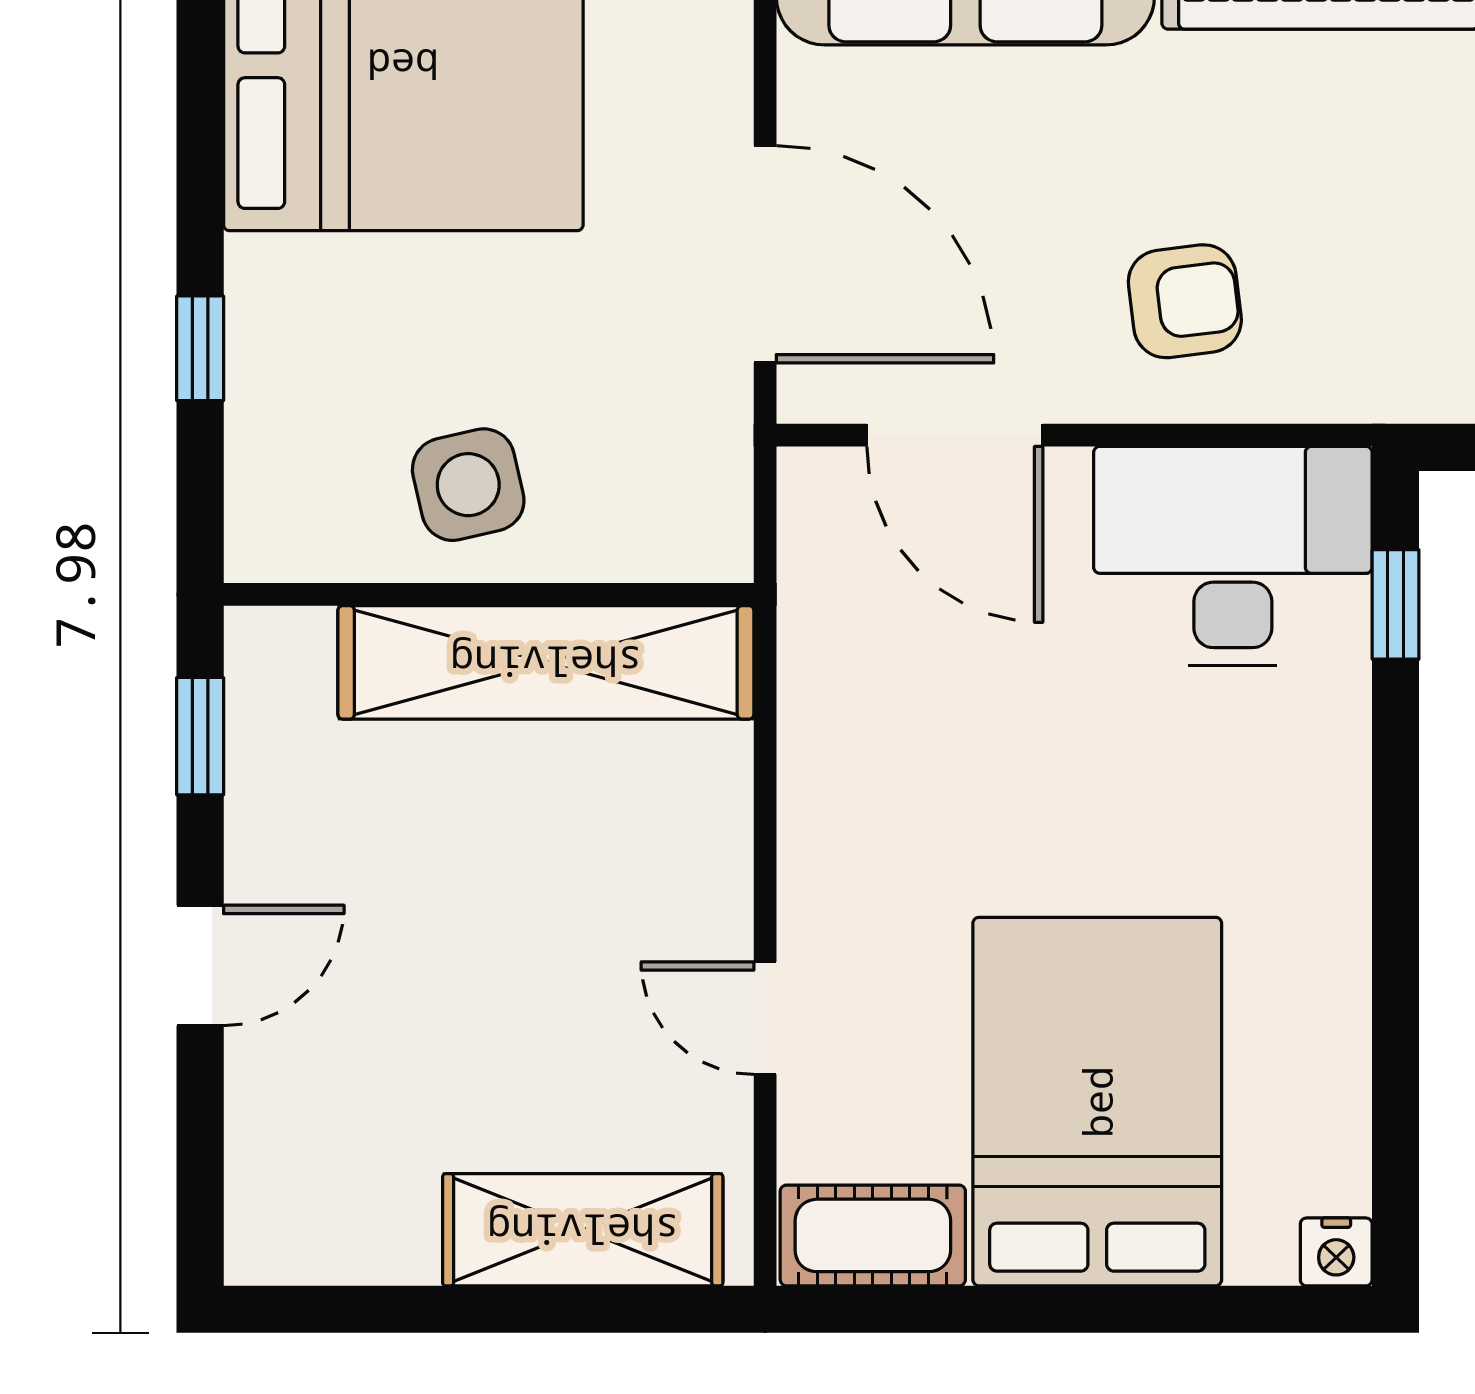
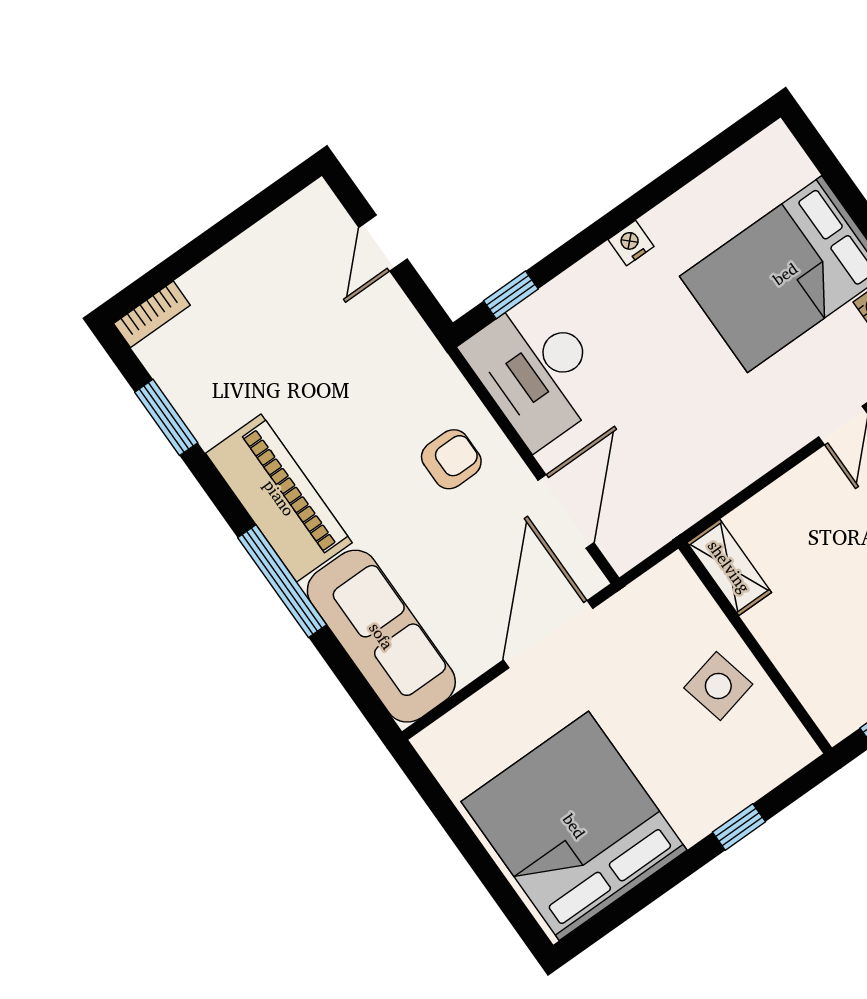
armchair: (1185, 301) -> (451, 459), turned 97
shelving: (546, 662) -> (729, 567), width x0.45, depth x0.75
nightstand: (1336, 1252) -> (631, 243), moved, turned -90

